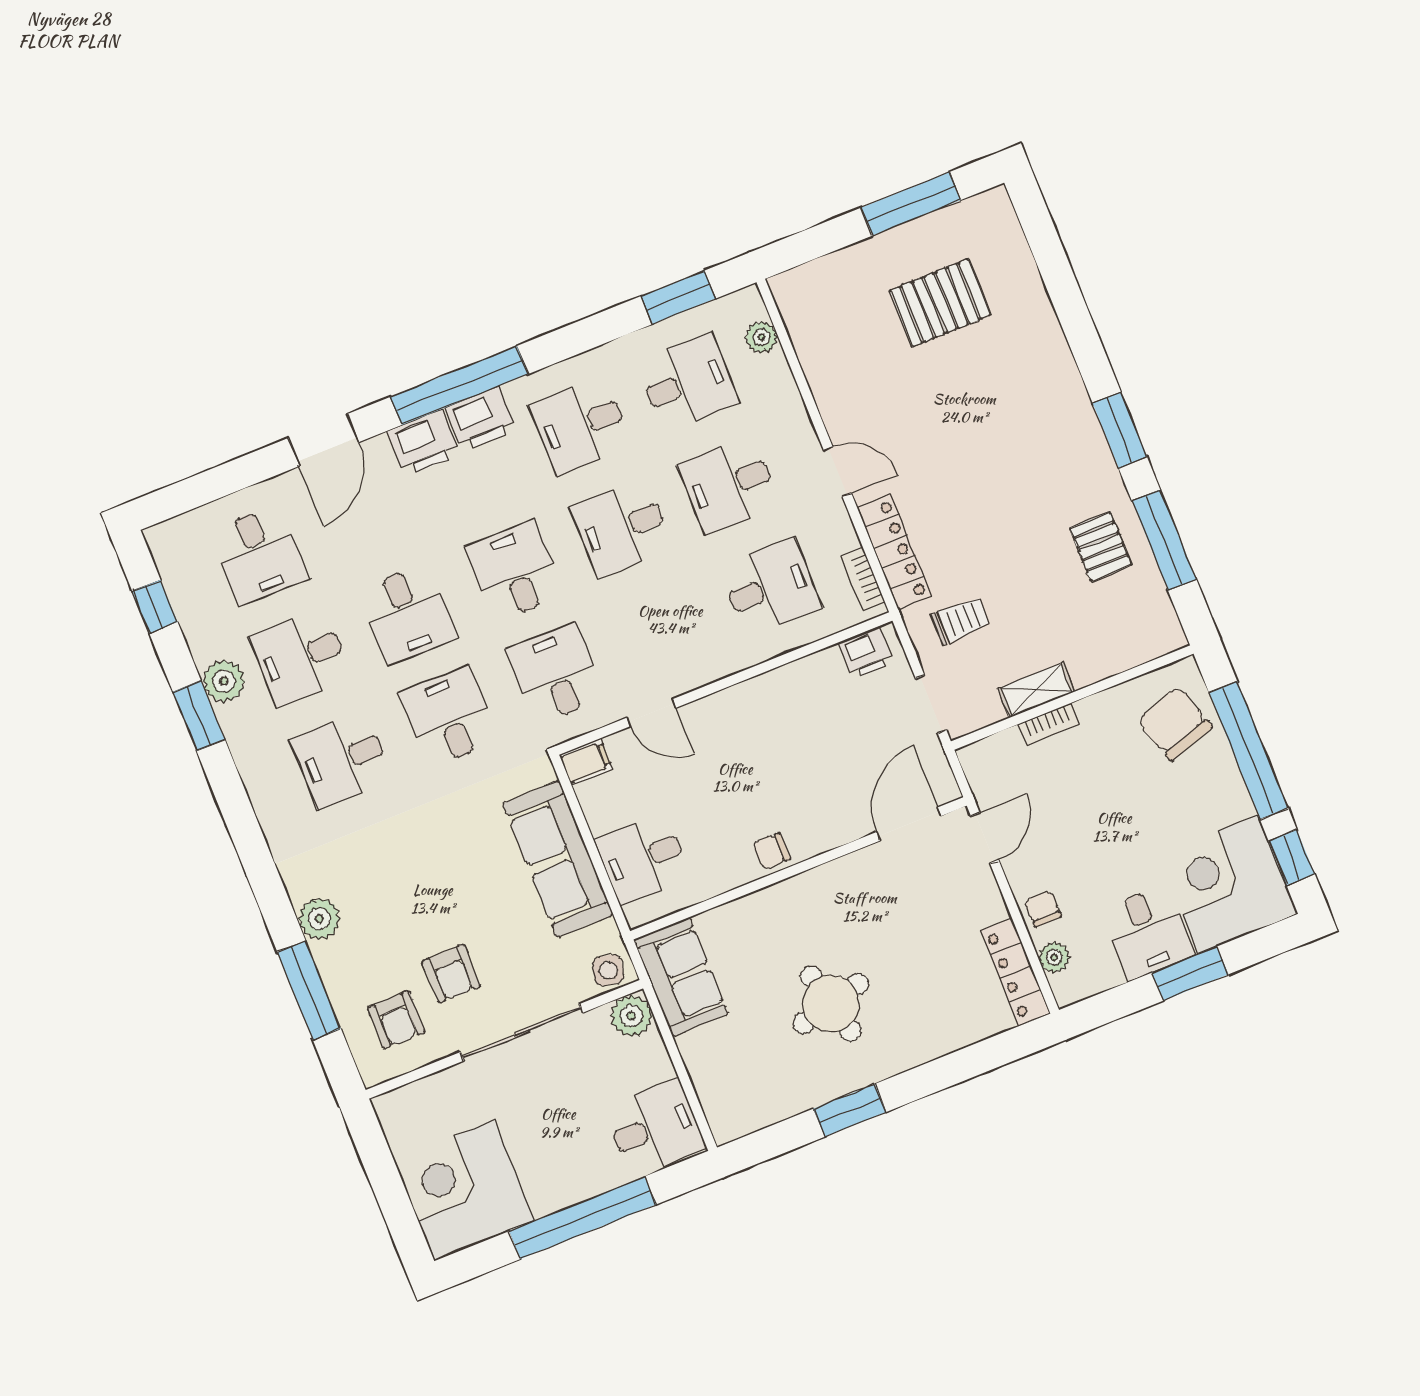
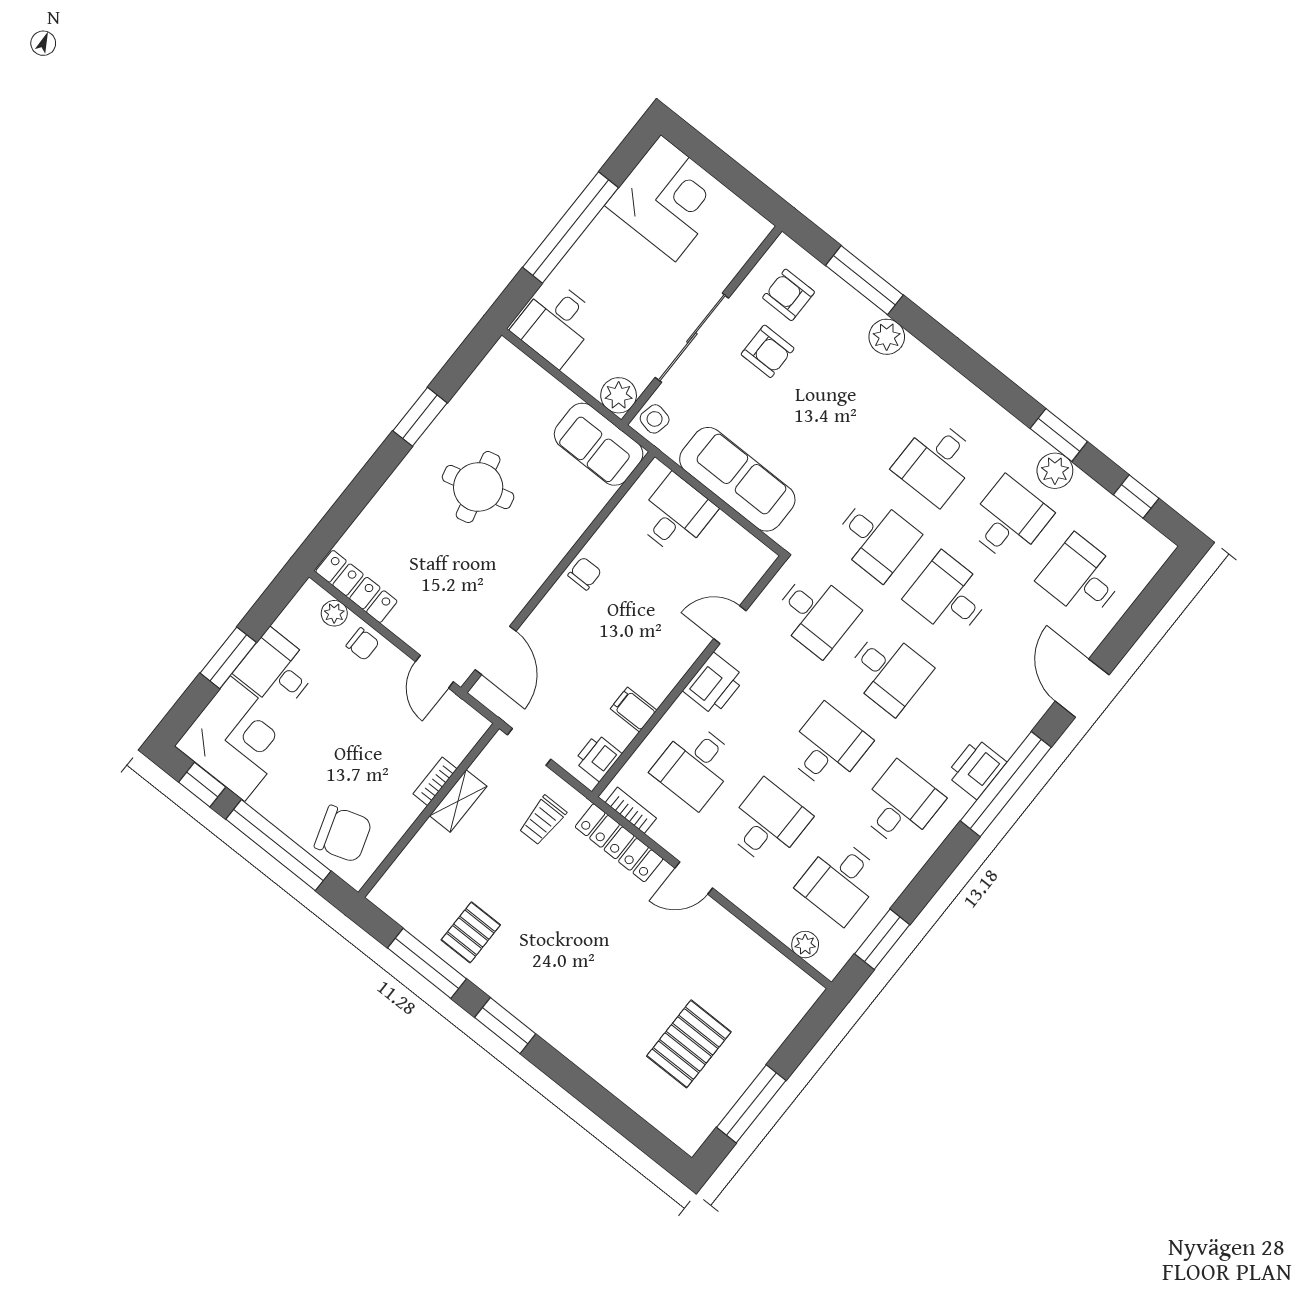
printer: (423, 443) -> (714, 684), moved, turned 180
pallet: (1101, 547) -> (471, 932), turned 90
desk: (342, 760) -> (936, 462), turned 180
filing cabinet: (586, 762) -> (634, 709), moved, turned 90
armchair: (451, 974) -> (768, 351), turned 180

